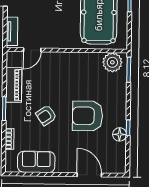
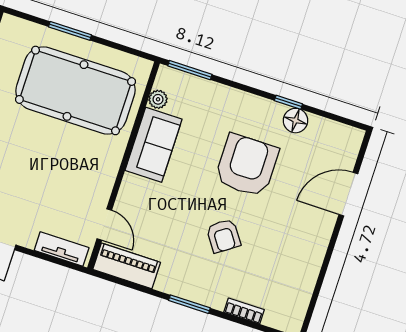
plant: (112, 62) -> (158, 99), width x0.53, depth x0.53
piano: (14, 85) -> (127, 266), moved
armchair: (87, 116) -> (247, 165), turned 180
sofa: (36, 162) -> (154, 145), moved, turned 180

